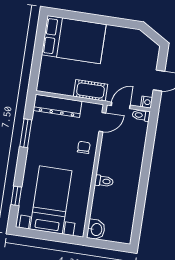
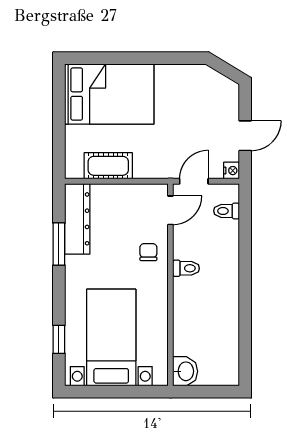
cot: (90, 90) -> (108, 166), moved
dresser: (57, 106) -> (77, 219), moved, turned -90
toilet: (141, 115) -> (227, 211), moved
toilet: (104, 181) -> (186, 268), moved

